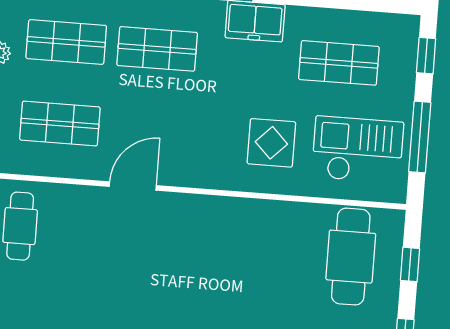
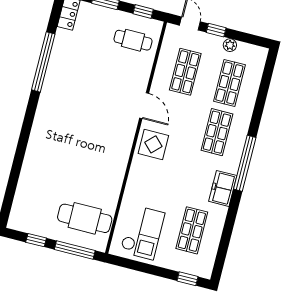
window: (420, 137) -> (144, 268), removed
display table: (271, 143) -> (153, 144), moved
window: (410, 264) -> (75, 250), width x2.17

